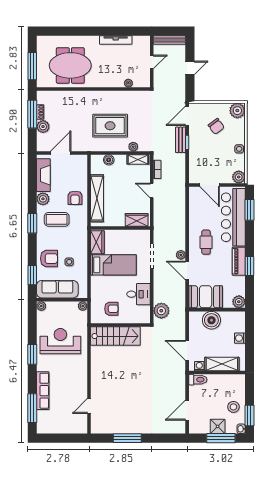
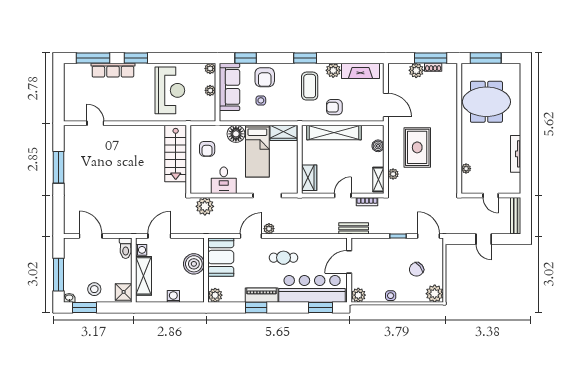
meeting table: (70, 65) -> (486, 102), turned 90
bench: (181, 140) -> (354, 228), moved
door: (61, 153) -> (386, 105), moved
floor lamp: (98, 284) -> (236, 134), added
plant: (83, 306) -> (210, 90), moved
window: (32, 354) -> (136, 58), moved
shower: (218, 426) -> (124, 292), moved

